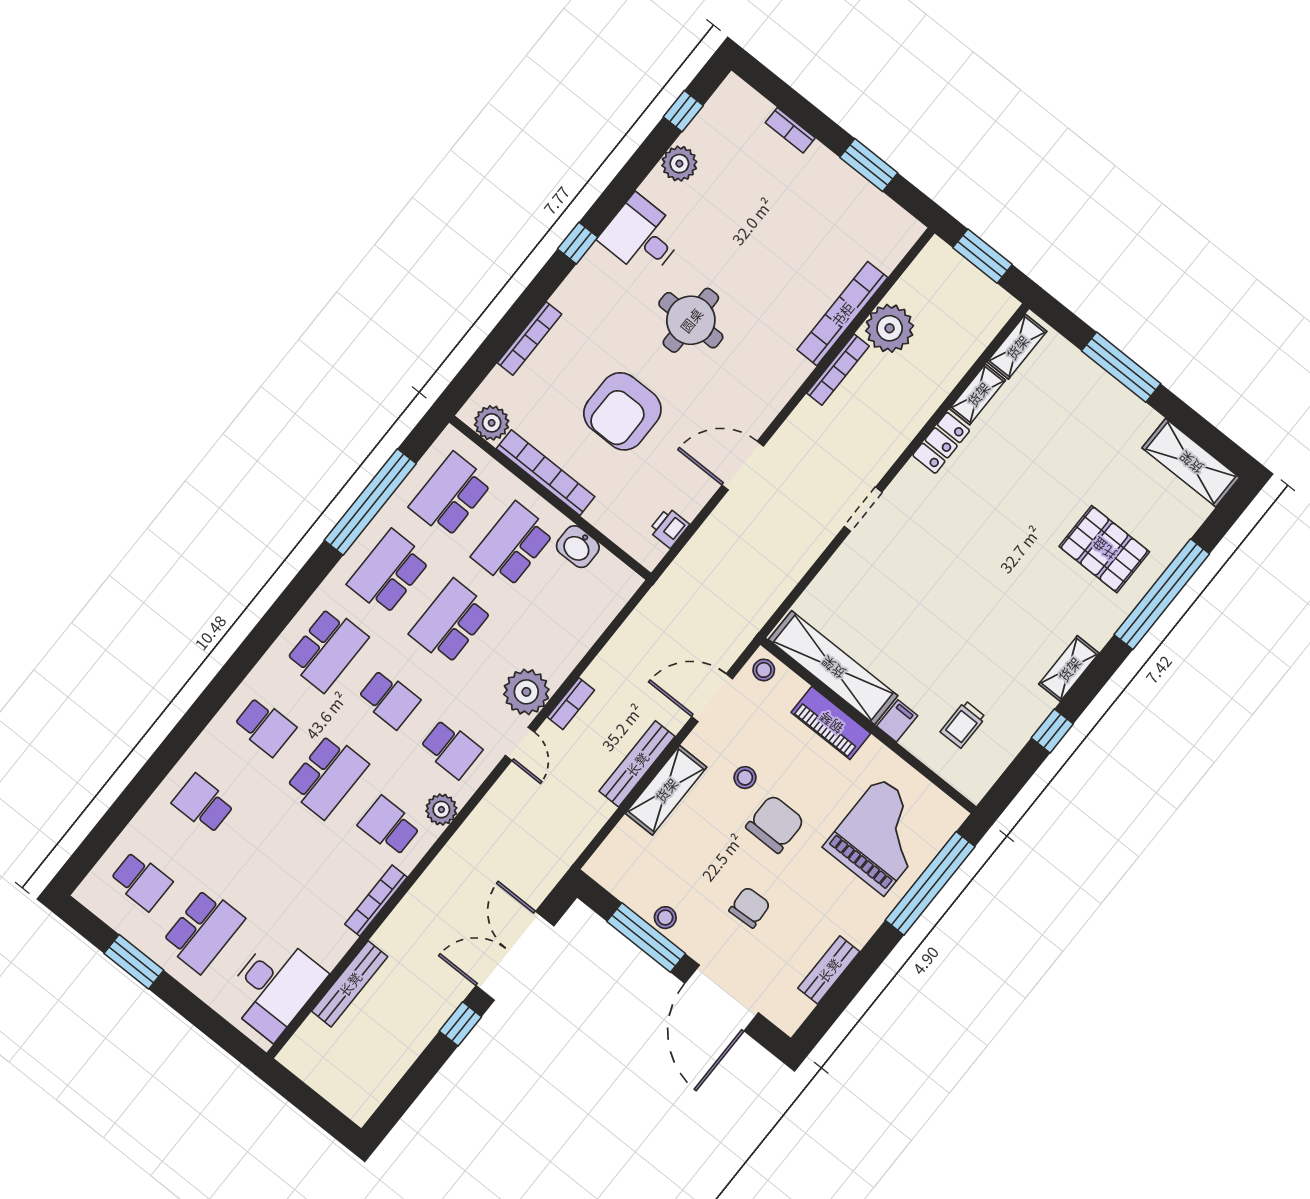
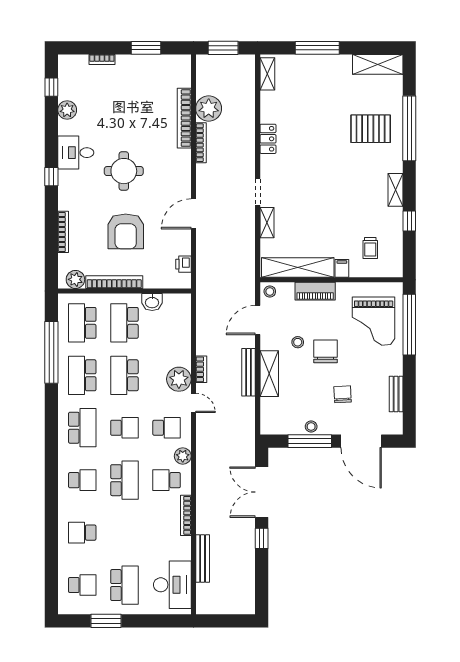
shelving: (978, 394) -> (267, 223), moved
grand piano: (881, 836) -> (374, 321), turned 180

